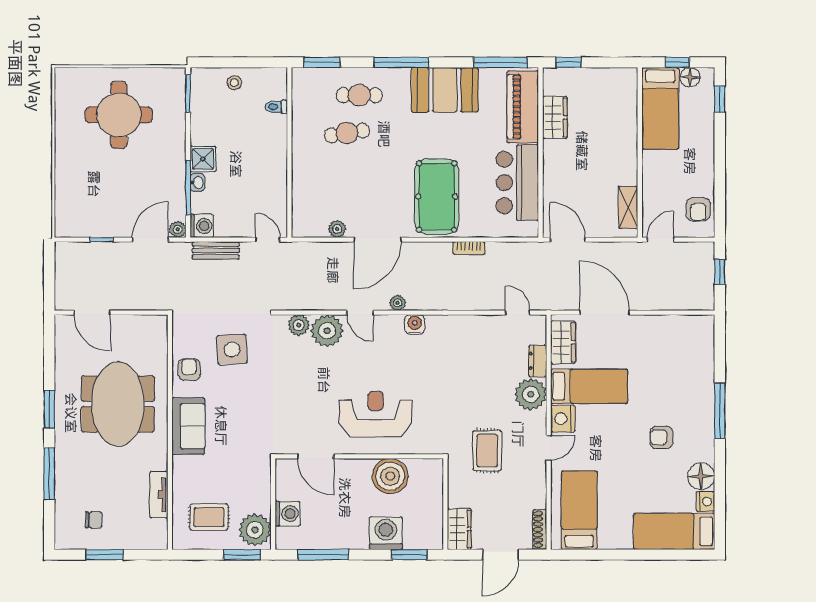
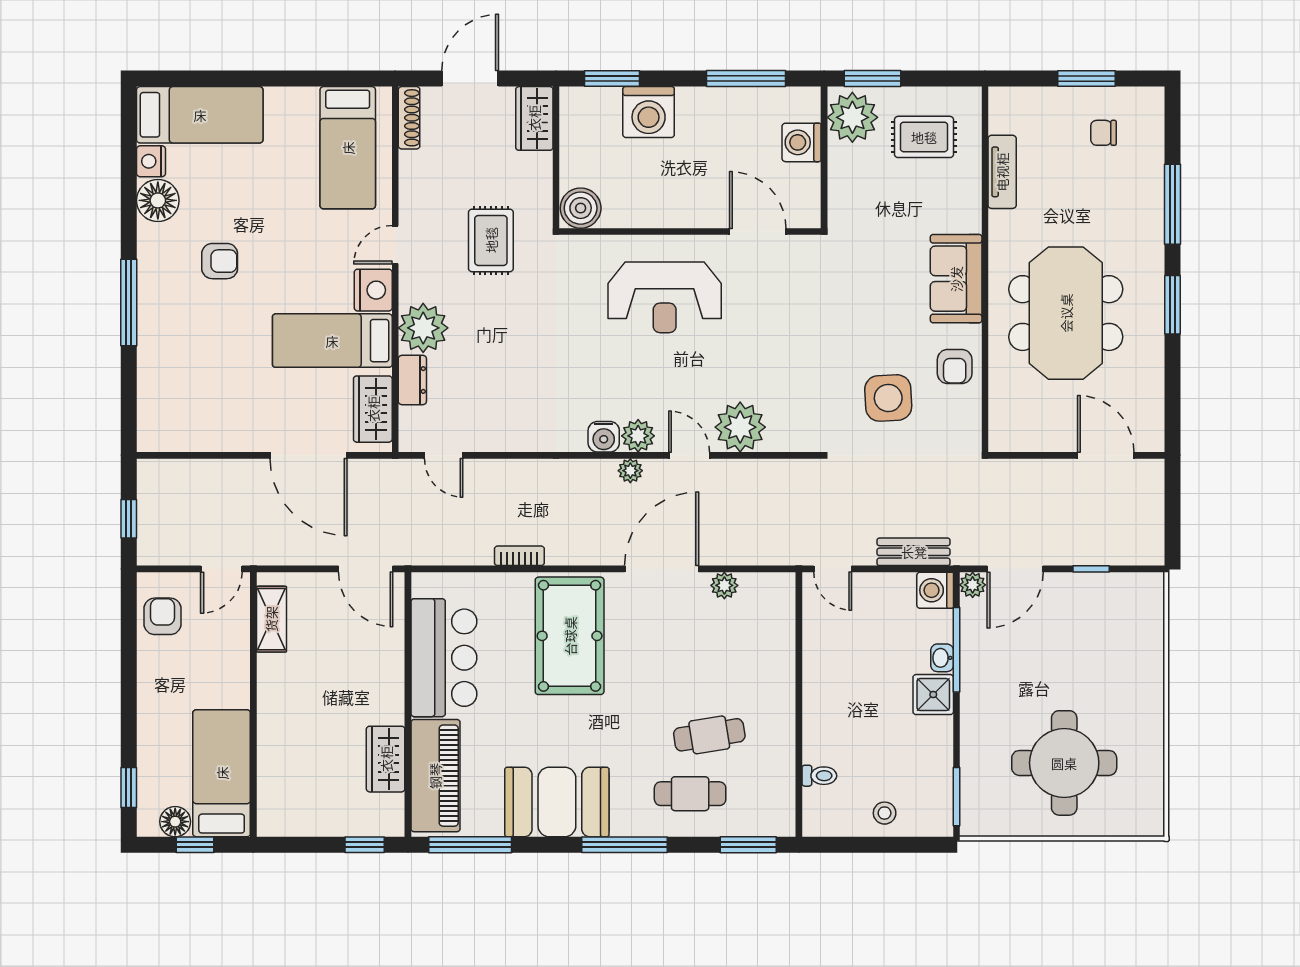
plant: (299, 325) -> (638, 436), moved
boiler: (390, 476) -> (581, 208), moved, width x0.73, depth x0.73

